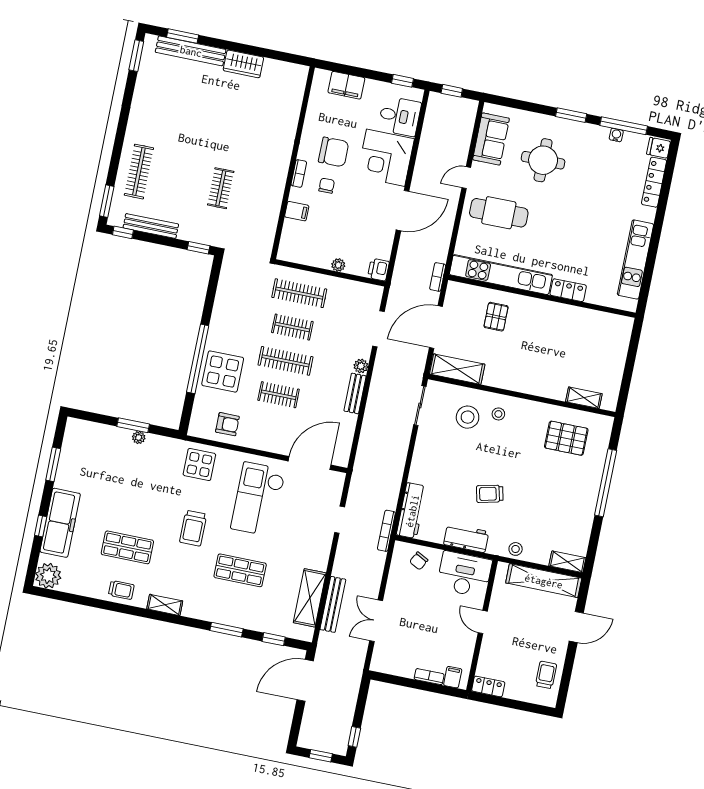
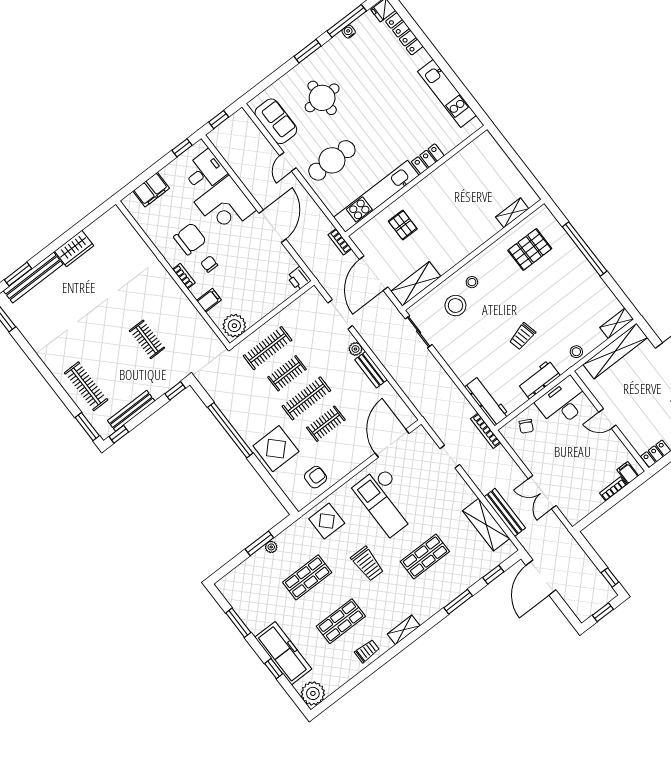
plant: (338, 265) -> (234, 326), moved, width x1.88, depth x1.88
window: (198, 359) -> (230, 430), moved
shop shelf: (139, 489) -> (307, 577), added

